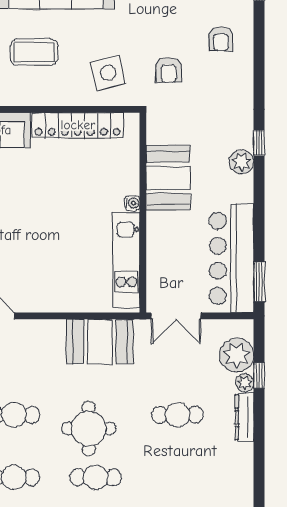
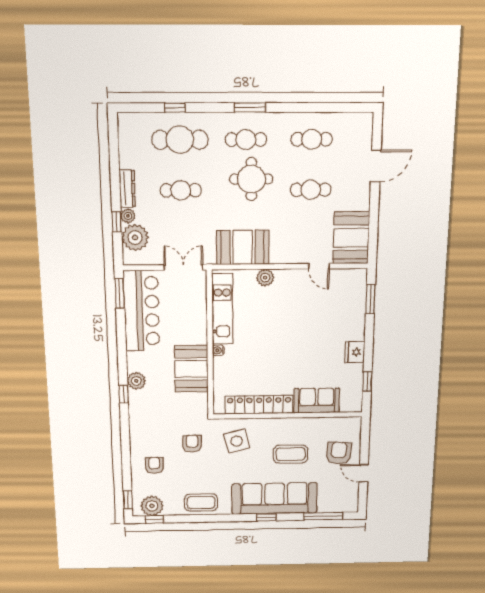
plant: (71, 301) -> (265, 278), added
cafe table: (177, 477) -> (180, 140), added

